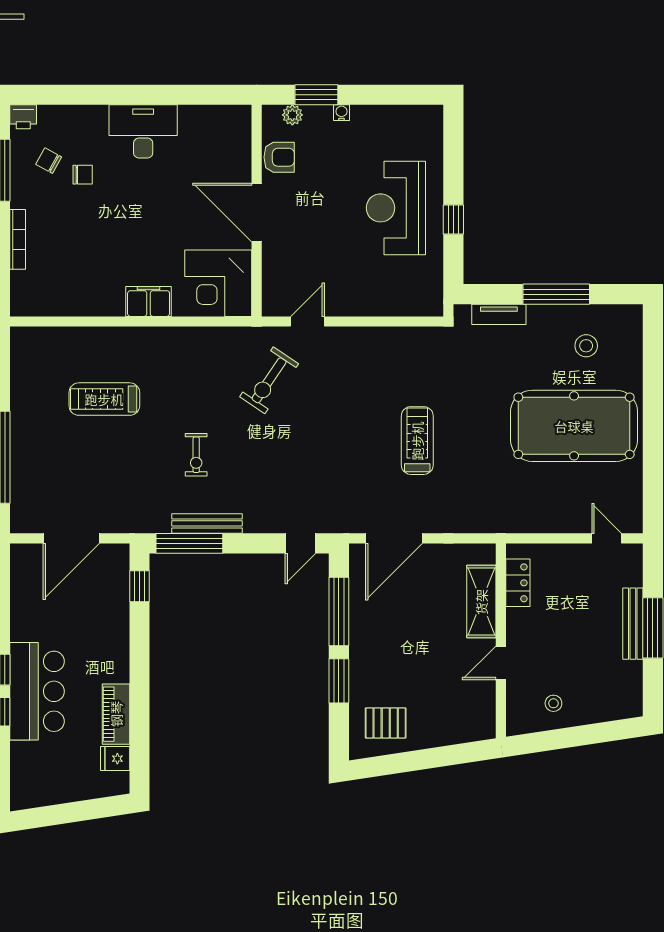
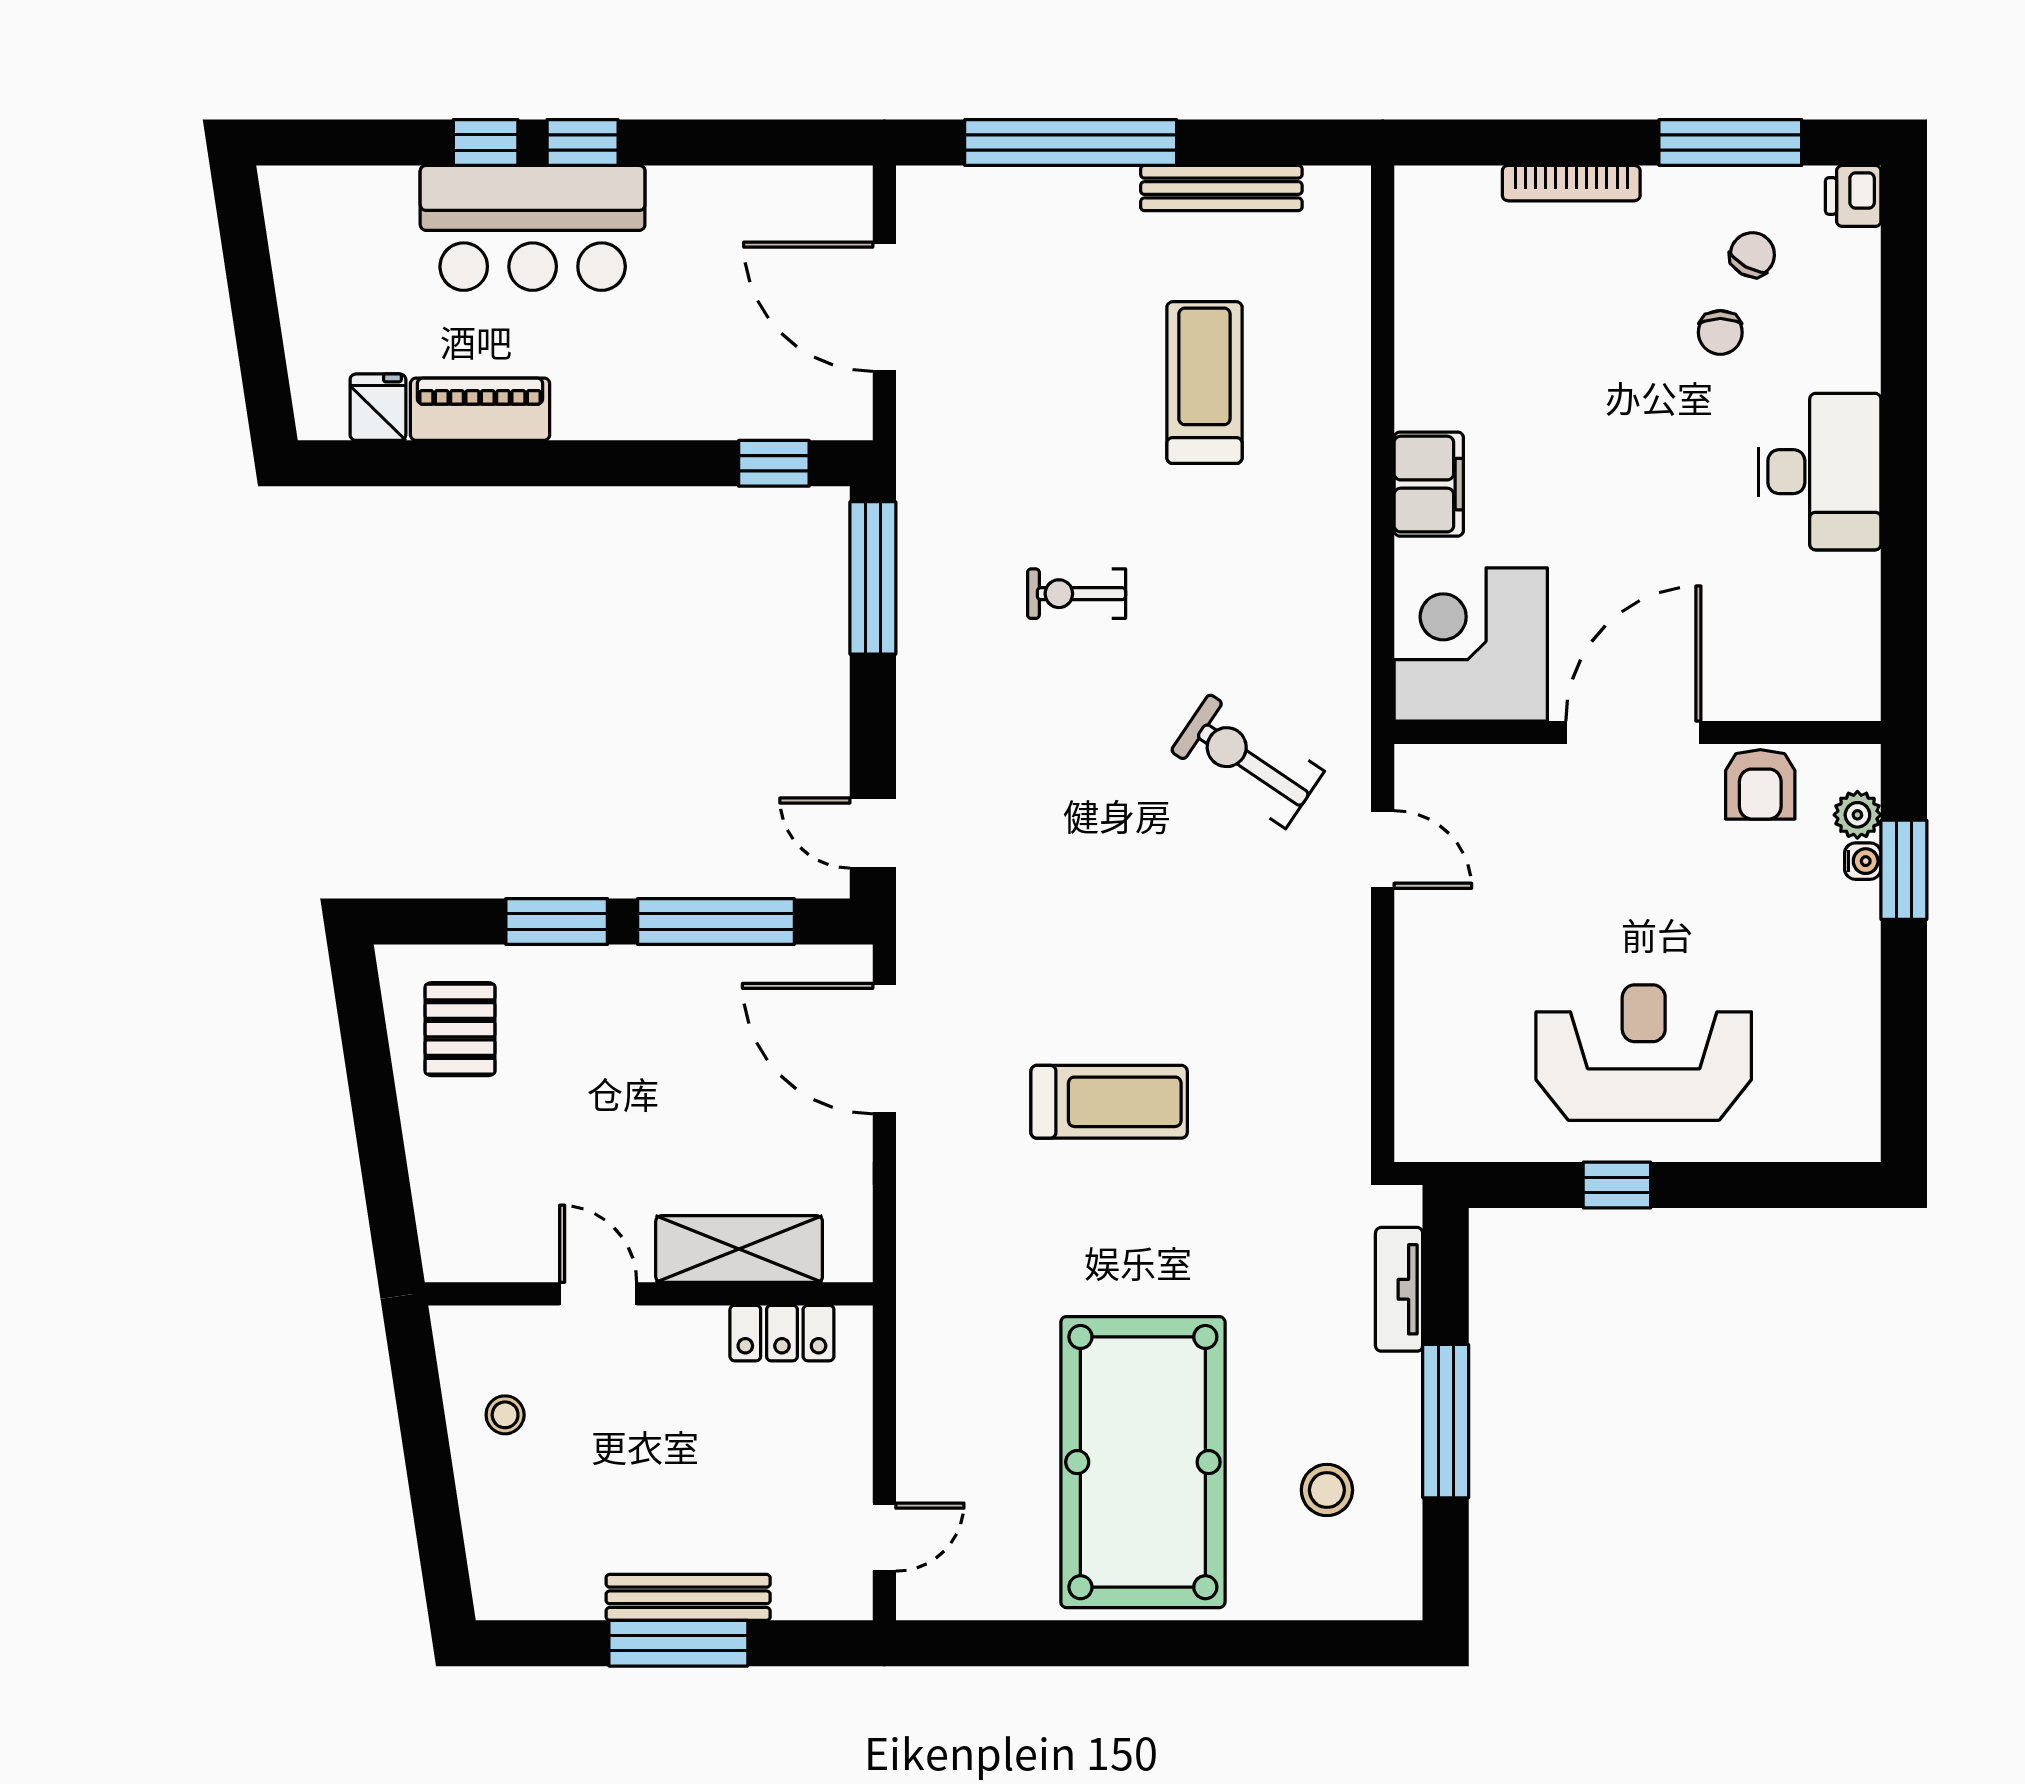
water cooler: (341, 113) -> (1863, 861), moved
bench: (207, 523) -> (1221, 188), moved, turned 90

